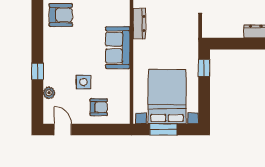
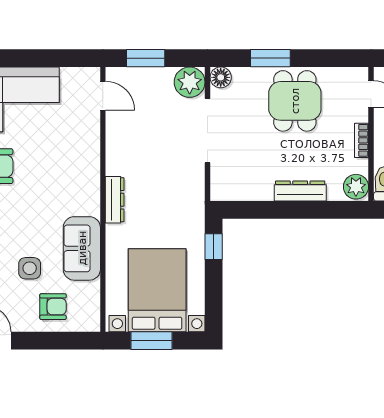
dresser: (139, 24) -> (115, 200), moved
sofa: (118, 48) -> (82, 248), moved

